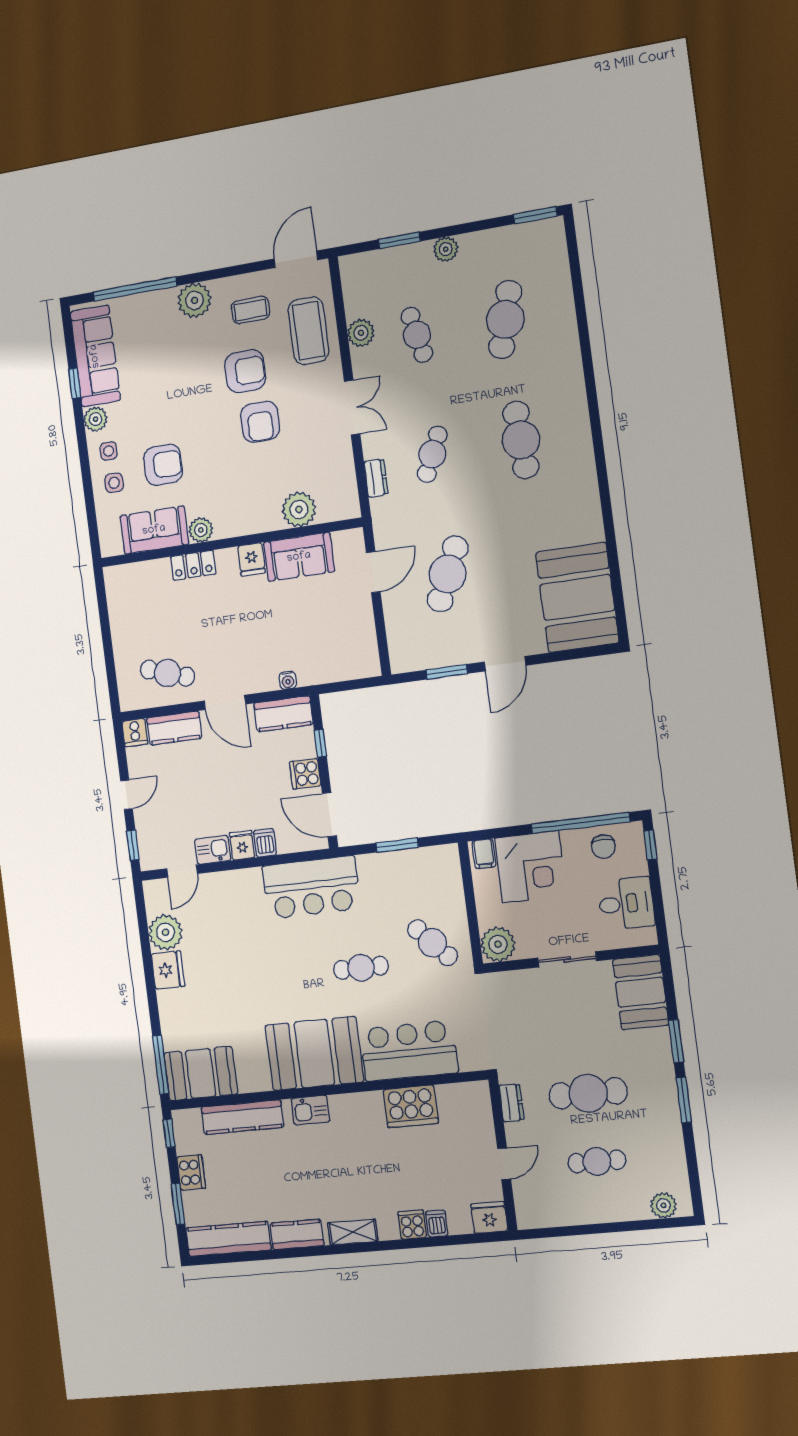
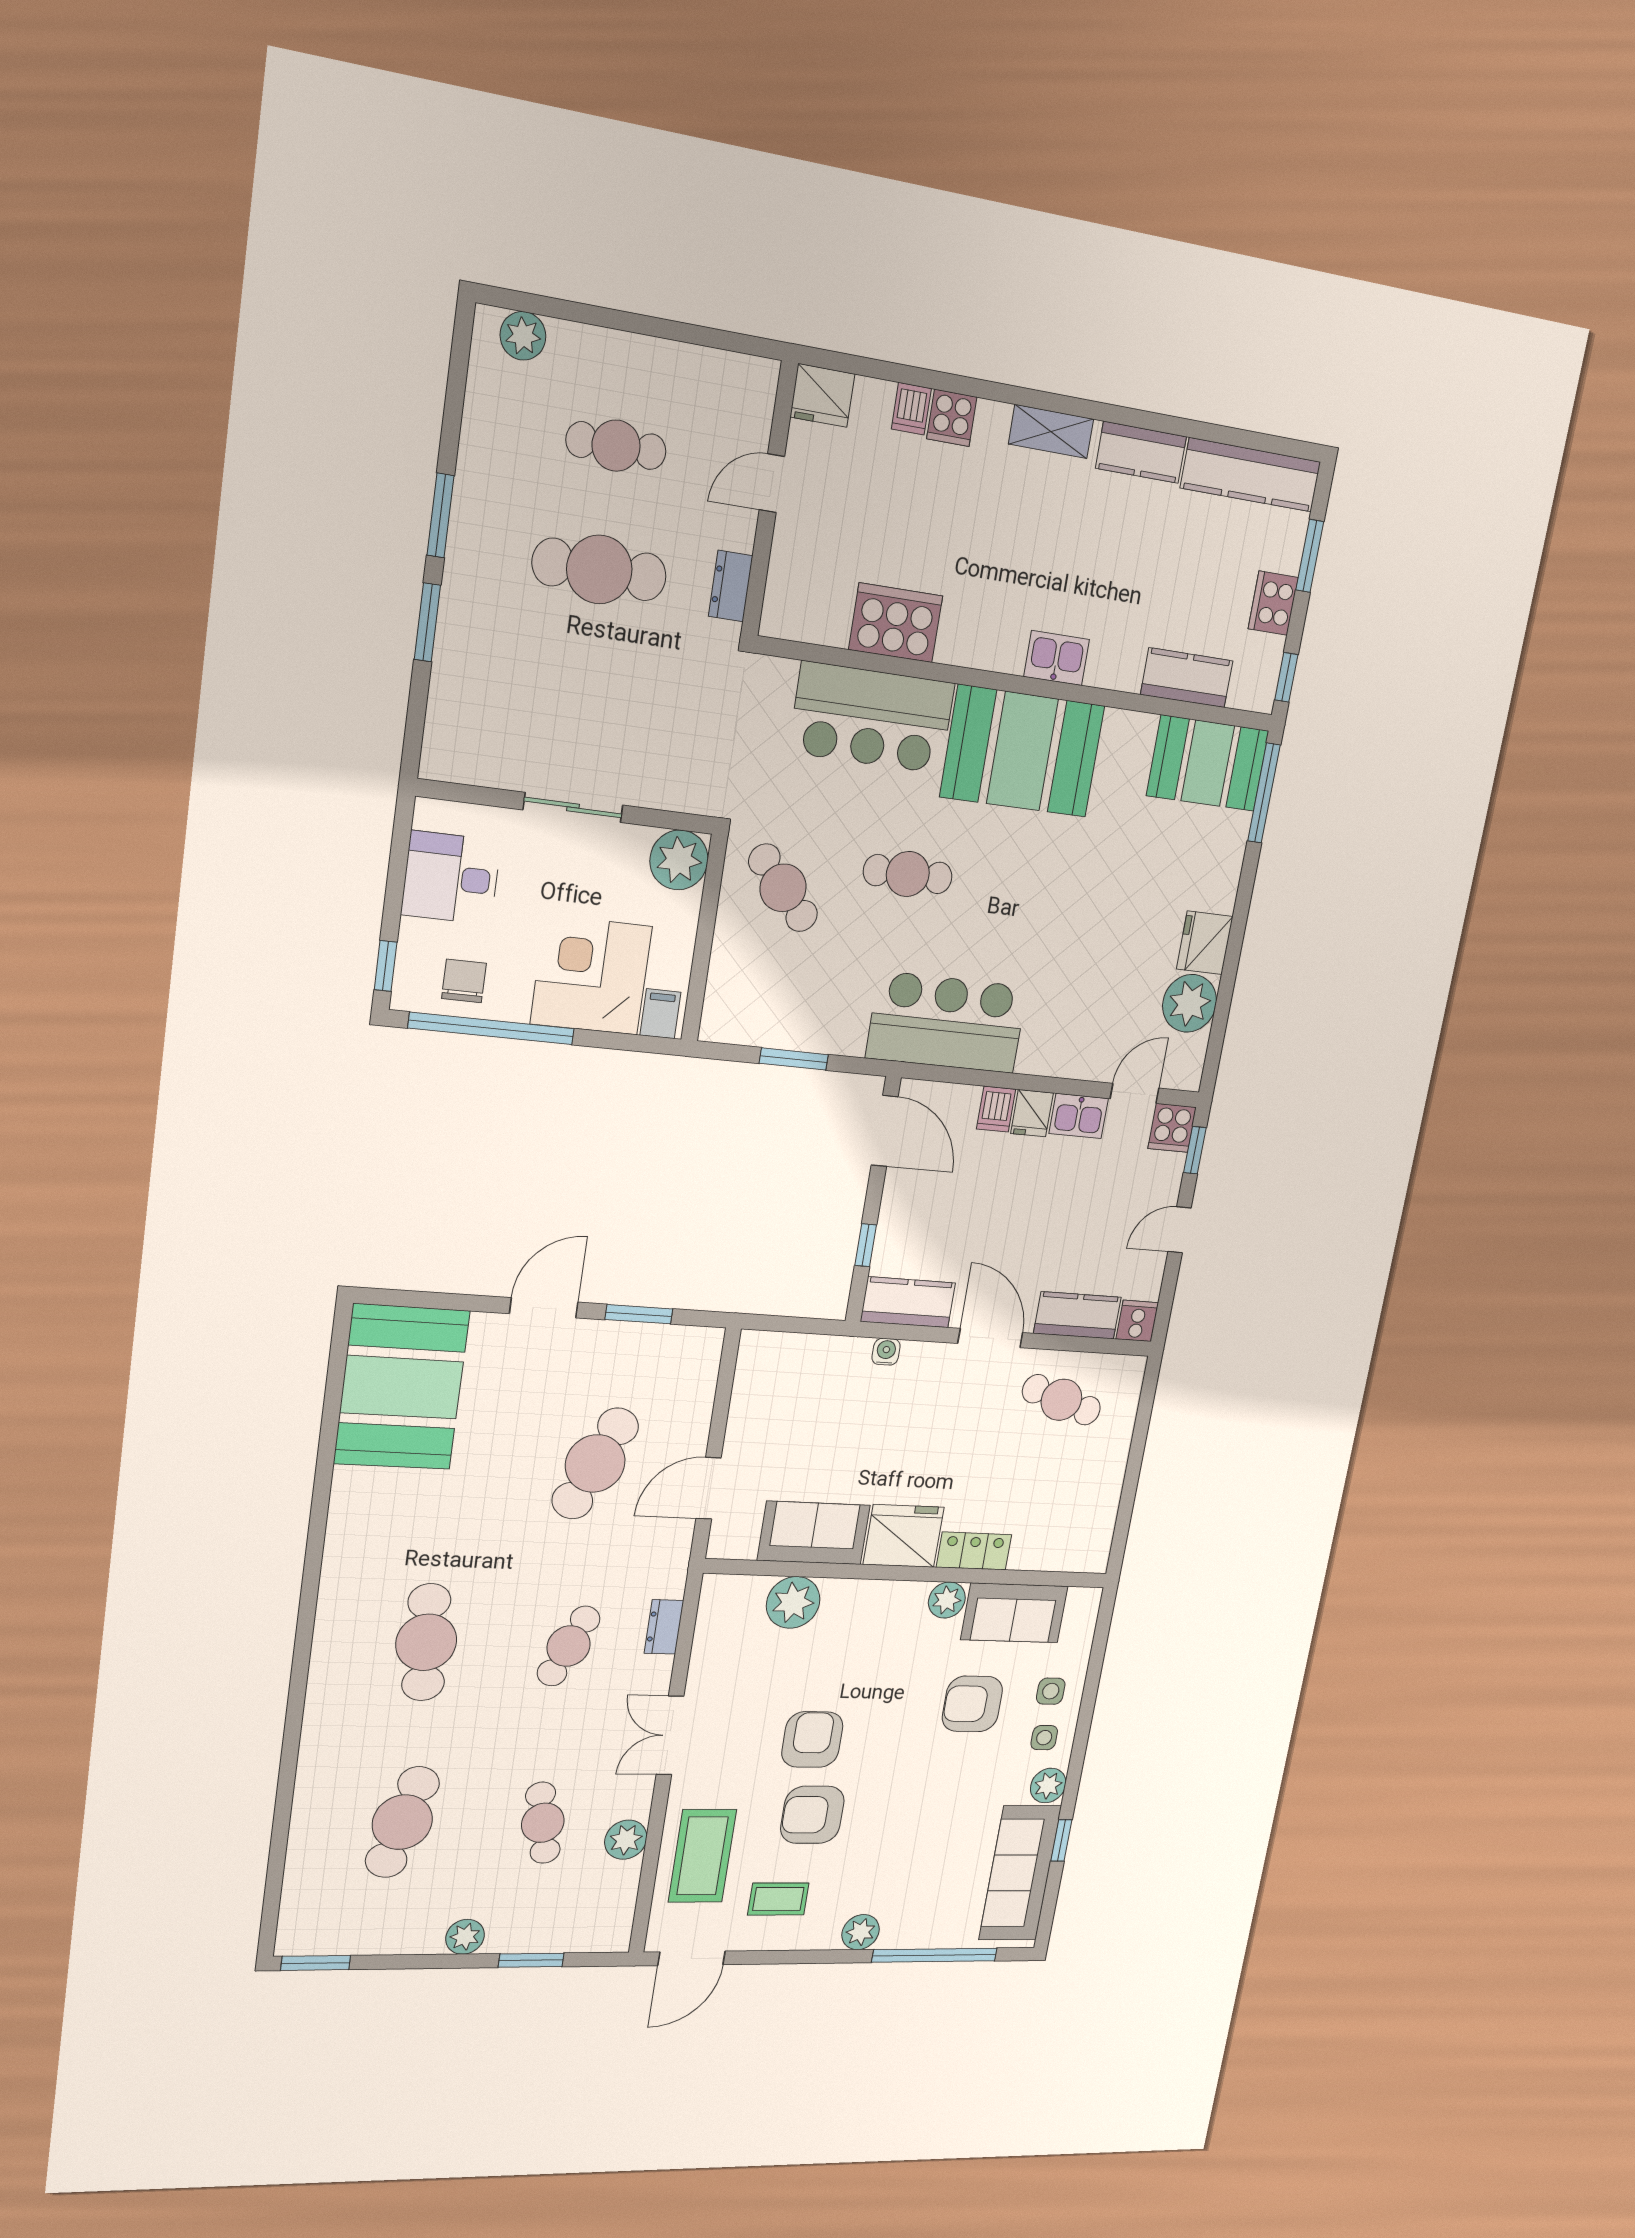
plant: (195, 300) -> (861, 1932), width x0.73, depth x0.73
fridge: (251, 559) -> (904, 1536), width x1.88, depth x1.34
cooker: (305, 774) -> (1172, 1128), moved, turned 90
booth: (641, 992) -> (466, 722), removed
kitchen counter: (242, 1117) -> (1187, 678), width x0.67

